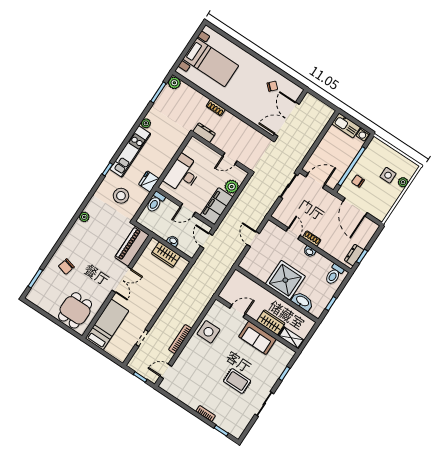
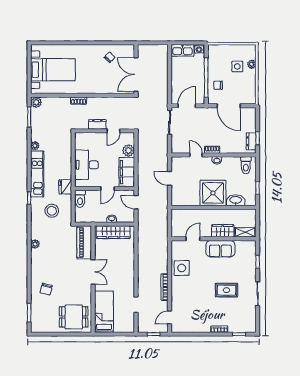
dresser: (204, 133) -> (97, 124), moved
wardrobe: (166, 255) -> (113, 232), width x1.50
dining table: (75, 310) -> (74, 317), turned 90

